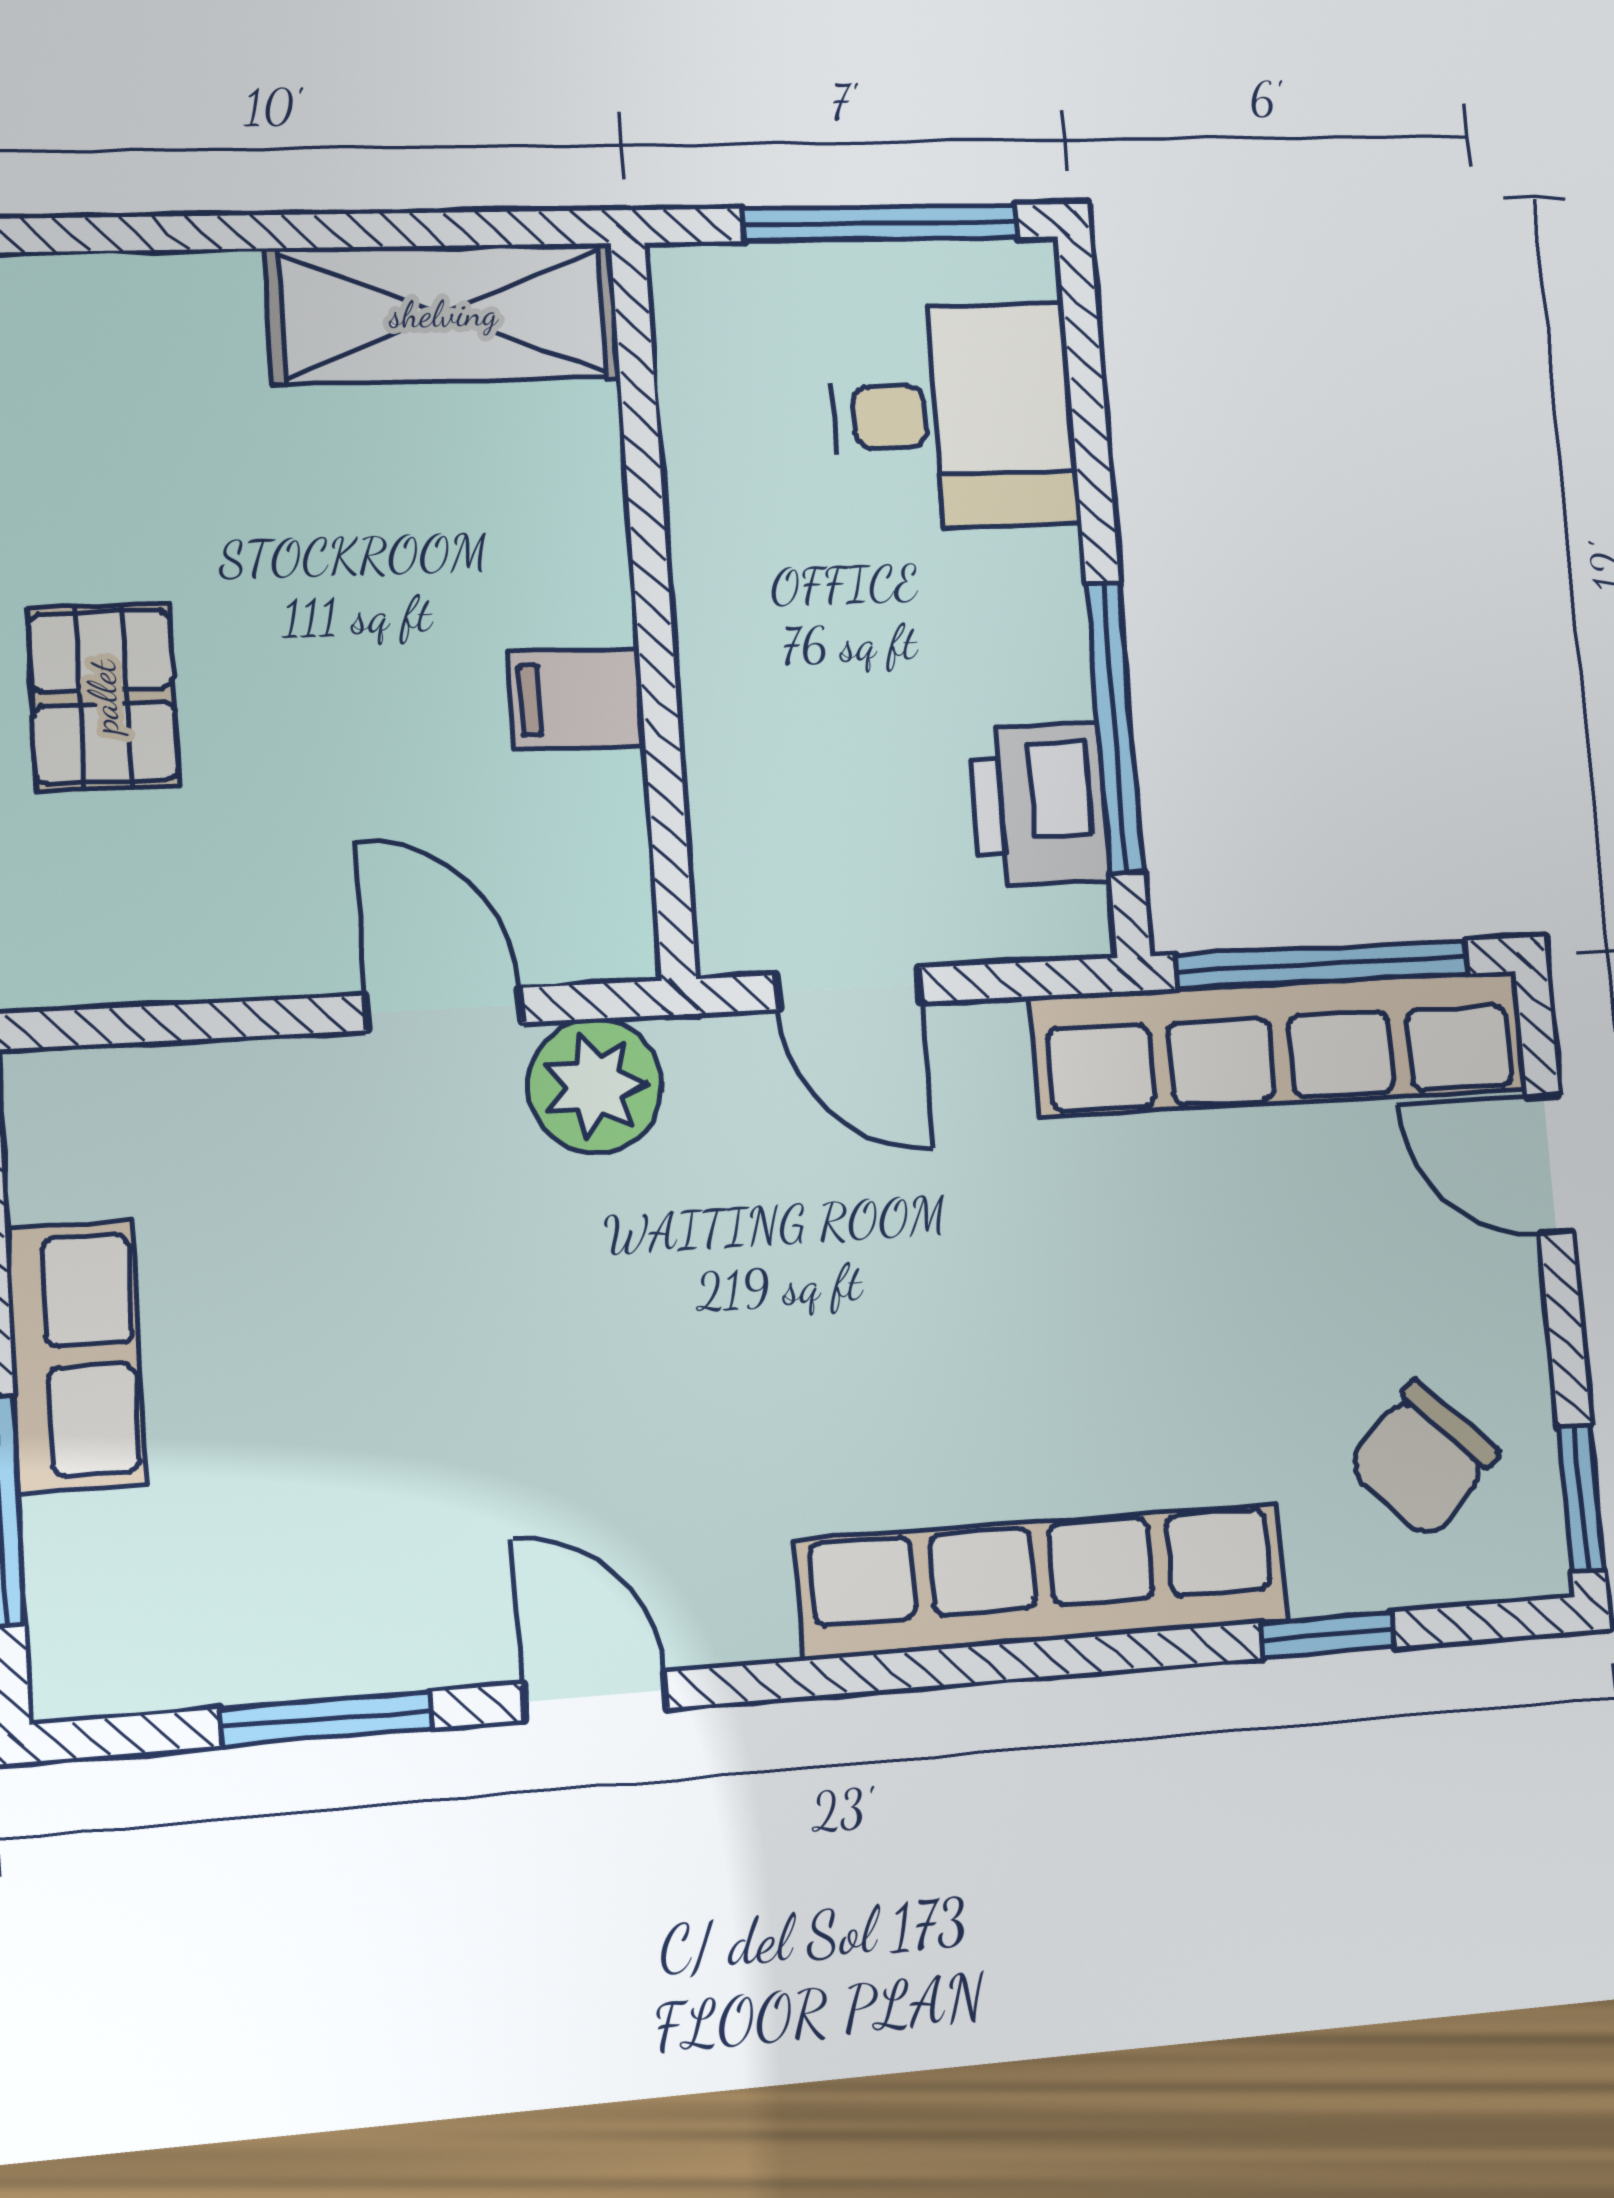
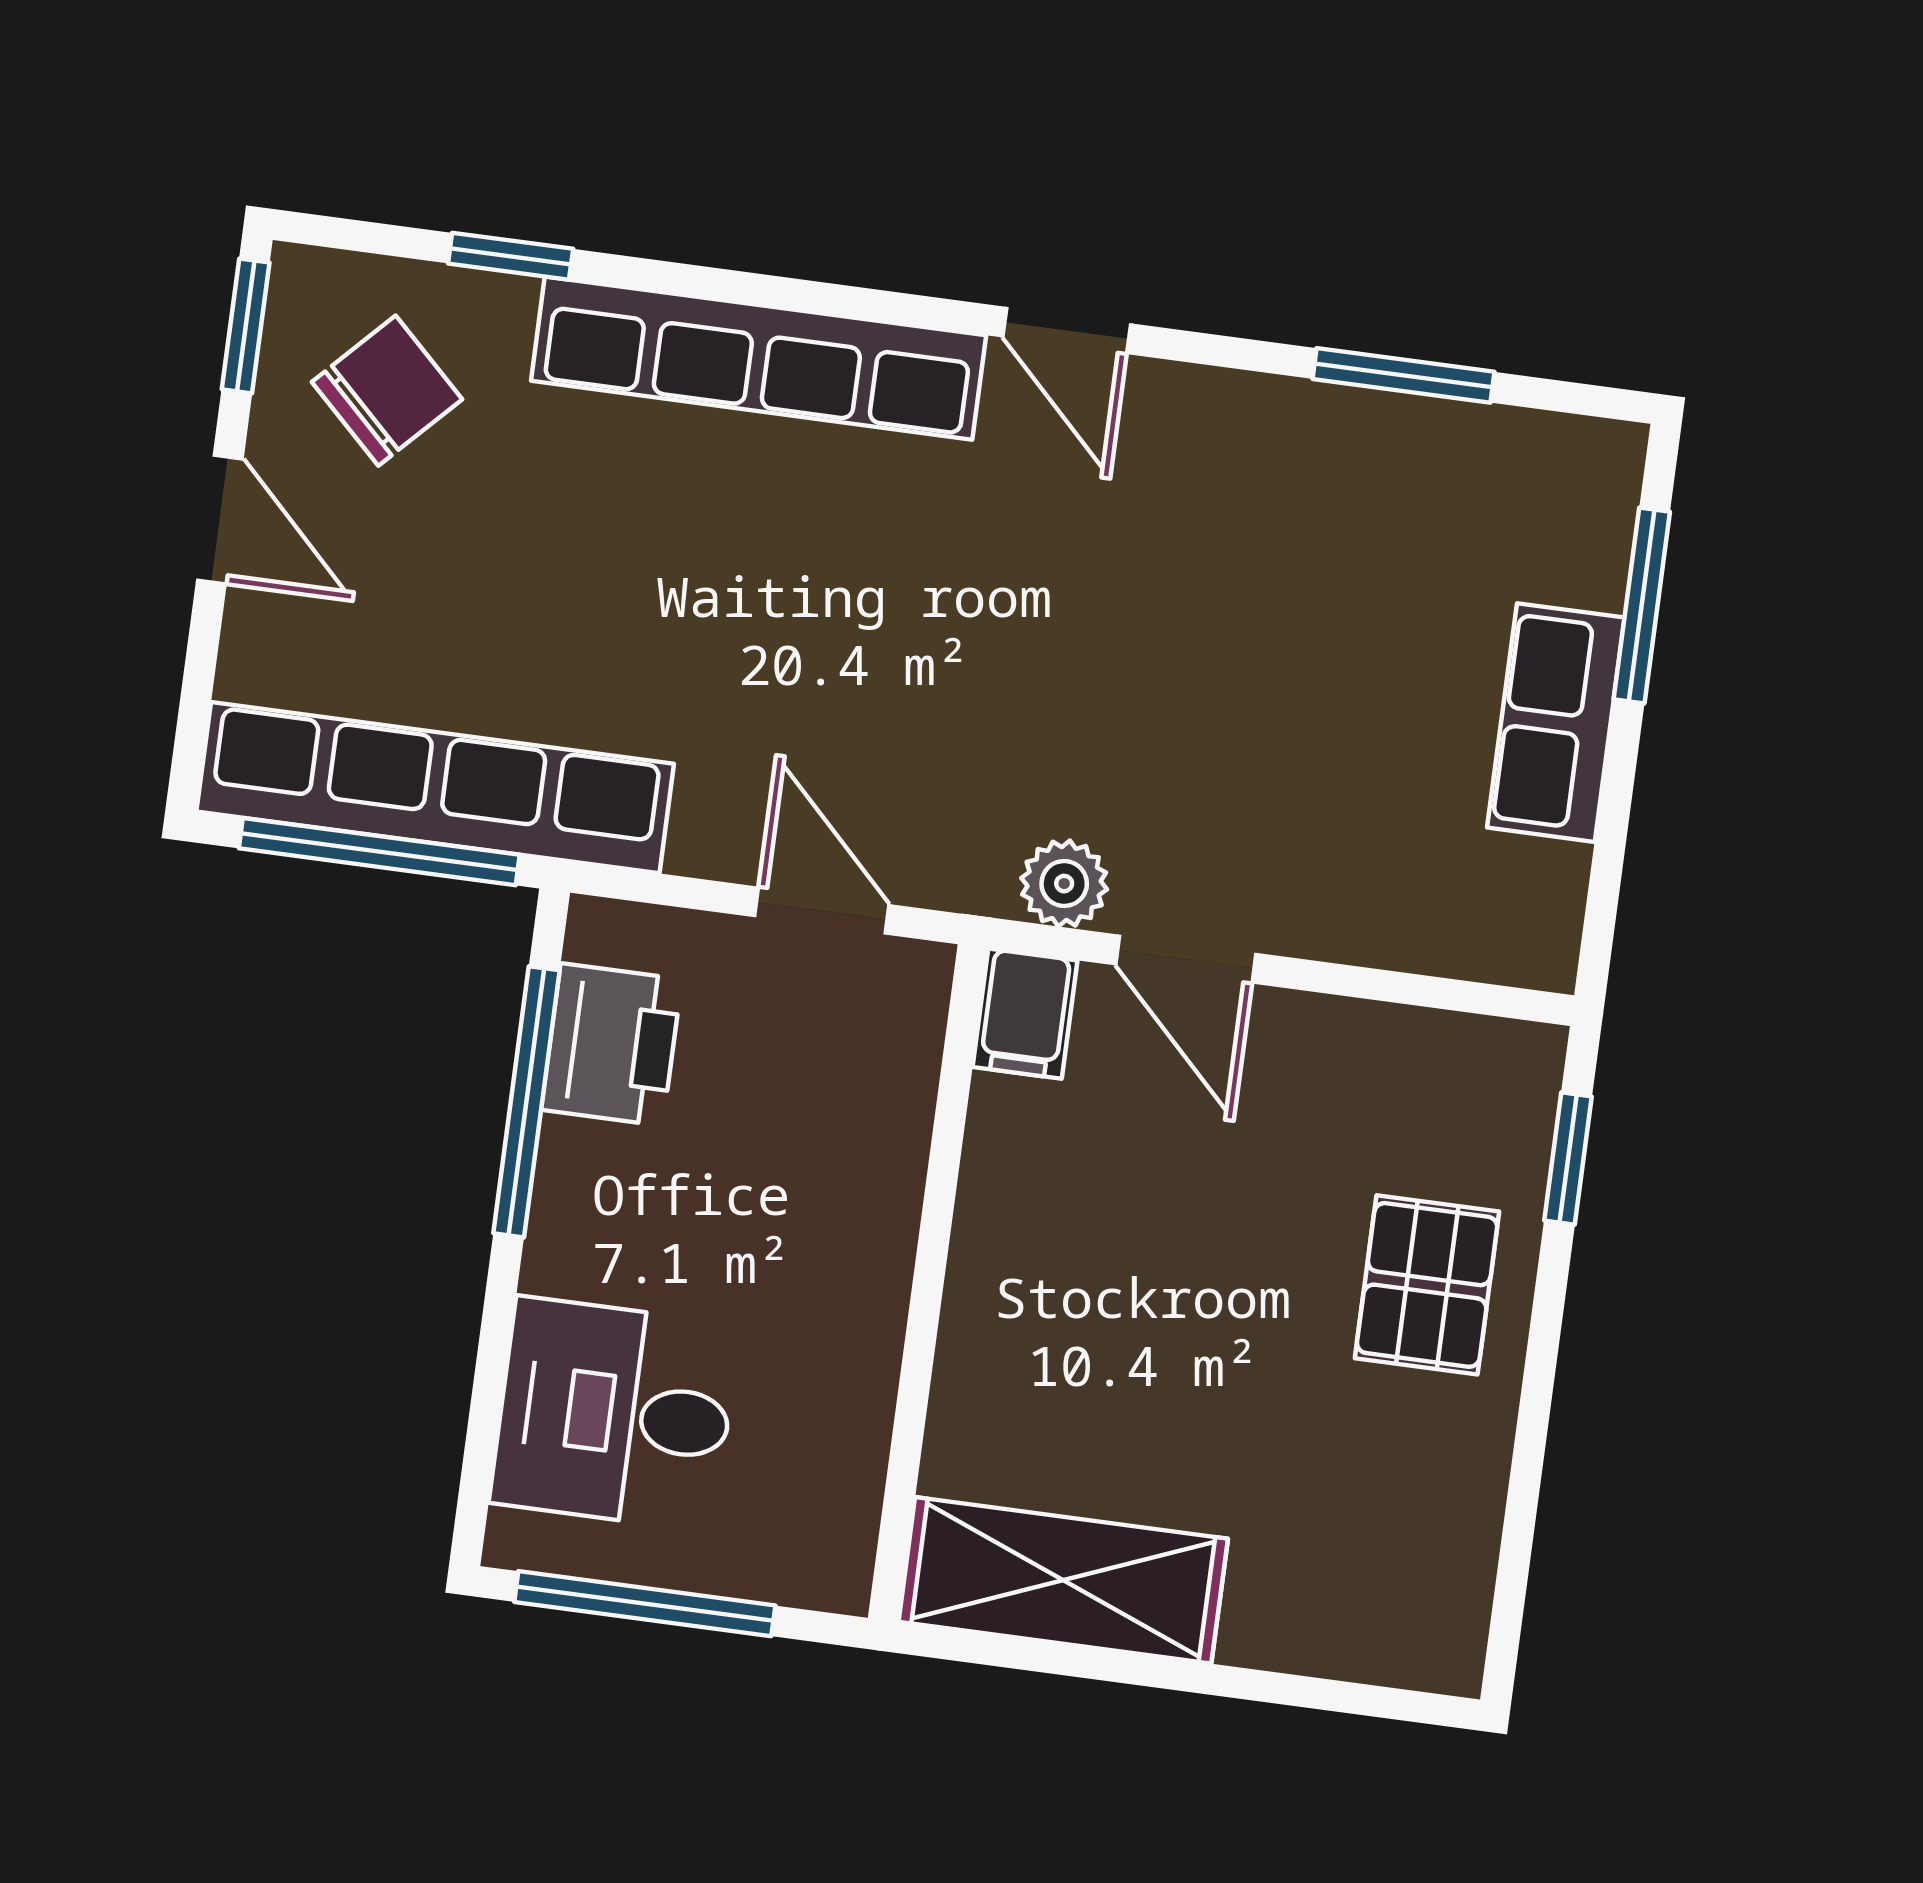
filing cabinet: (576, 699) -> (1025, 1014), moved, turned 90
plant: (595, 1086) -> (1064, 884), width x0.73, depth x0.73
door: (1550, 1164) -> (220, 519), moved
door: (594, 1696) -> (1067, 330), moved

